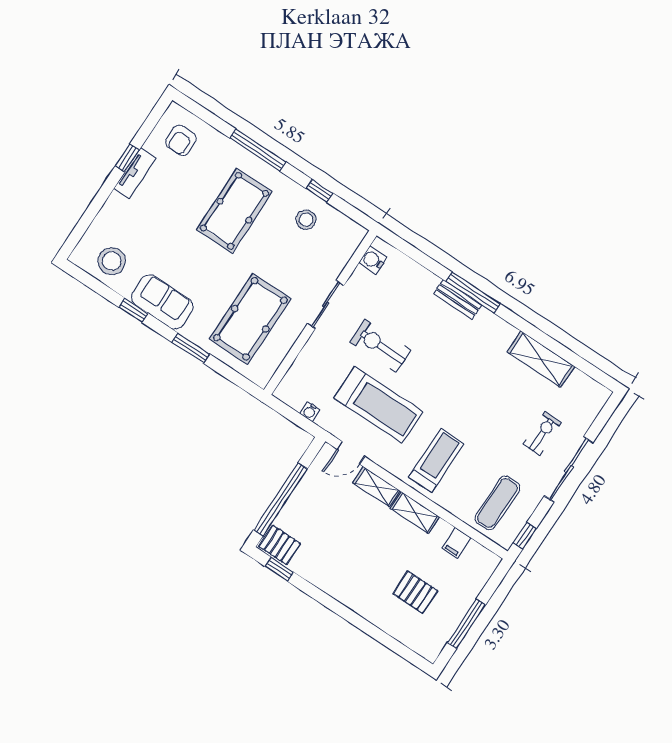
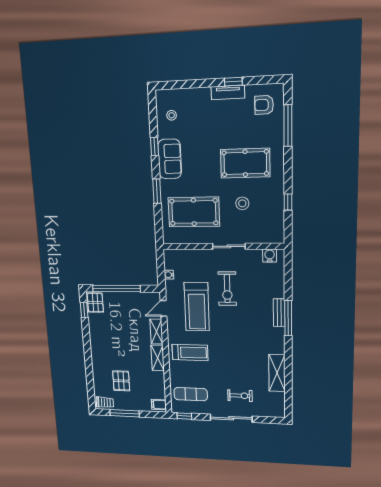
window: (258, 150) -> (288, 126), moved
stool: (306, 220) -> (242, 203), moved
stool: (112, 261) -> (172, 115), width x0.53, depth x0.53
exercise bike: (380, 346) -> (227, 289), turned 180
door: (351, 453) -> (164, 308), hinge flipped
filing cabinet: (457, 543) -> (159, 405), moved
trolley: (432, 642) -> (105, 402), added

